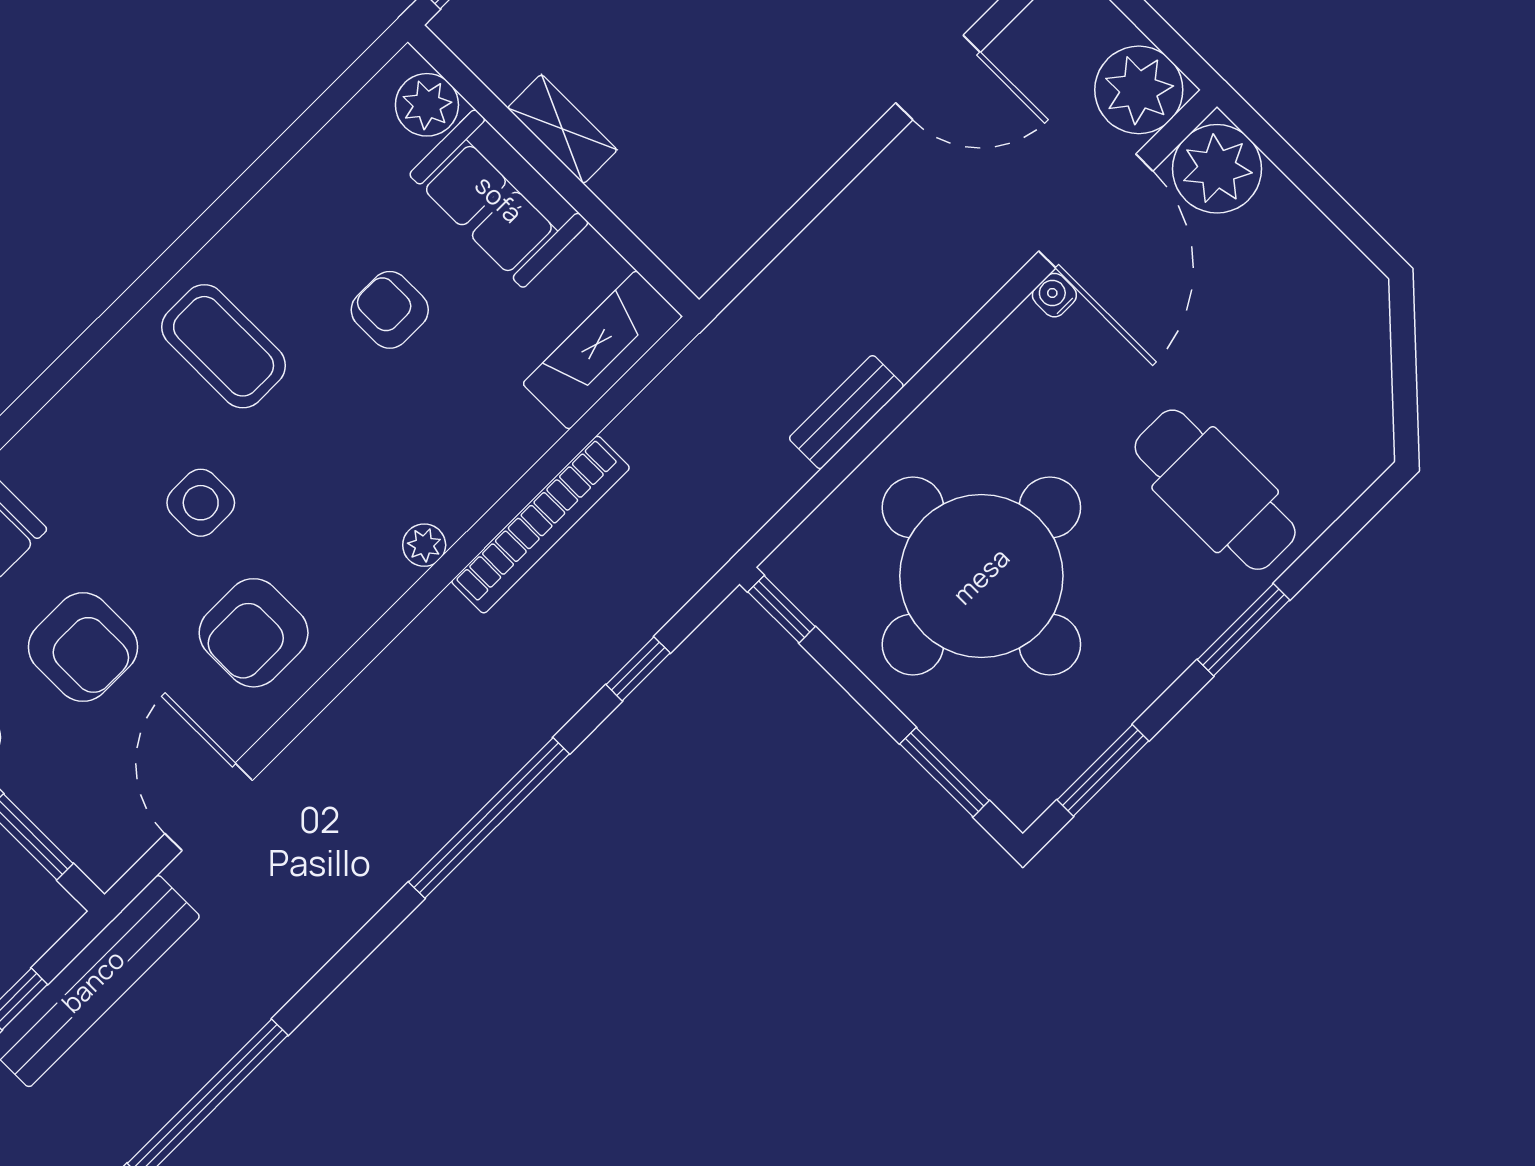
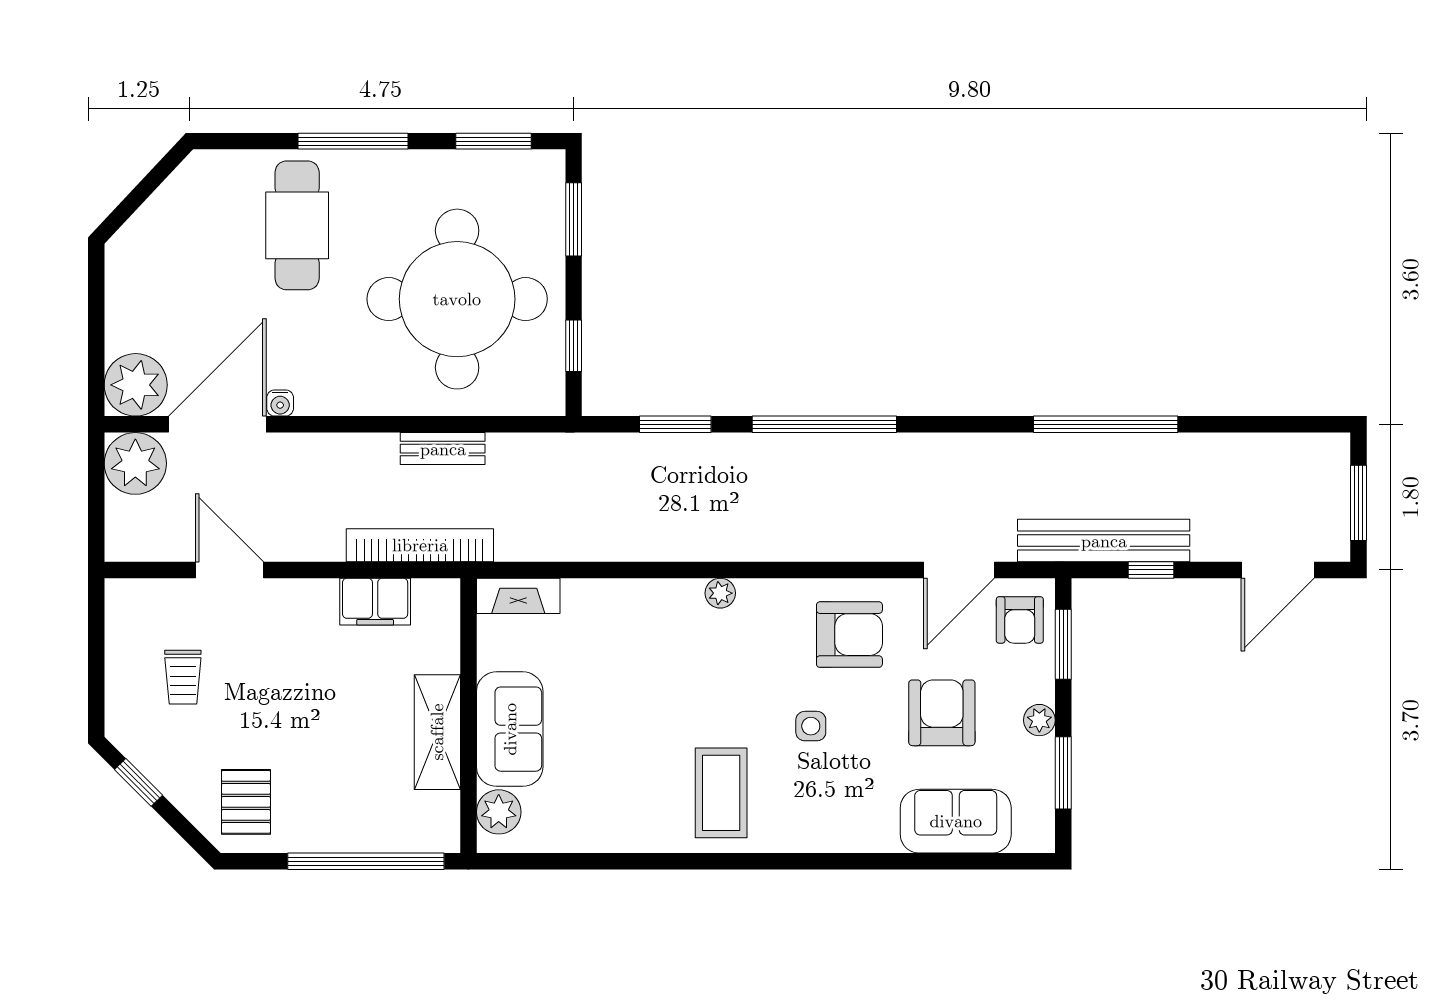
shelving: (562, 129) -> (437, 732), width x1.50, depth x1.33
filing cabinet: (761, 192) -> (375, 602), added
armchair: (390, 310) -> (1020, 620), moved
fireplace: (602, 350) -> (518, 596), width x0.73, depth x0.76
side table: (201, 503) -> (811, 726), width x0.73, depth x0.73
bookcase: (541, 525) -> (420, 545), moved
window: (782, 609) -> (574, 346), moved
window: (1243, 630) -> (353, 141), width x1.44
window: (638, 669) -> (675, 424), width x1.50

